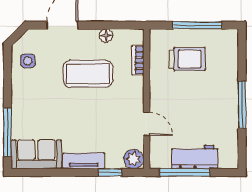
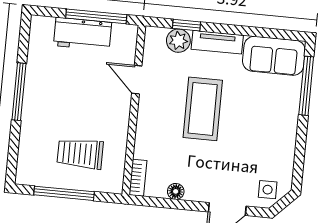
bookcase: (138, 60) -> (138, 178), moved
side table: (28, 61) -> (268, 190), moved
coffee table: (88, 74) -> (203, 109), moved, turned 90
plant: (134, 159) -> (178, 41), moved

